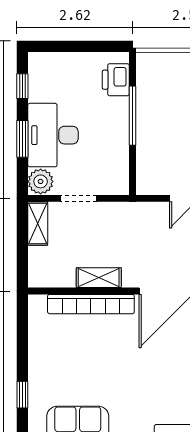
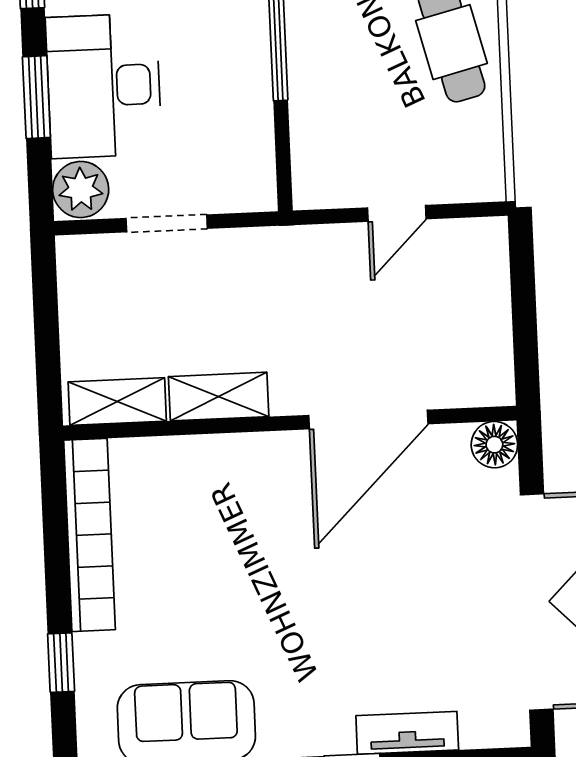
shelving: (38, 224) -> (117, 401), moved, turned 90
bookcase: (91, 304) -> (89, 535), moved, turned -90

